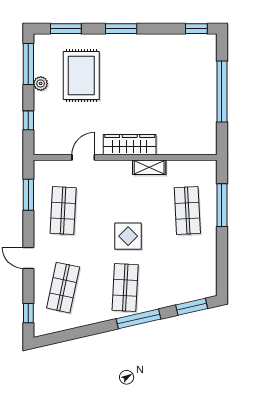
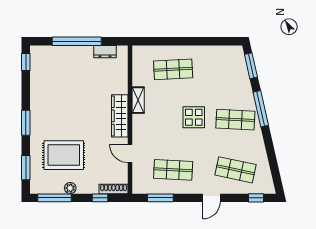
dresser: (209, 126) -> (105, 52), added
shoe rack: (40, 137) -> (114, 189), added
window: (222, 205) -> (169, 41), removed

